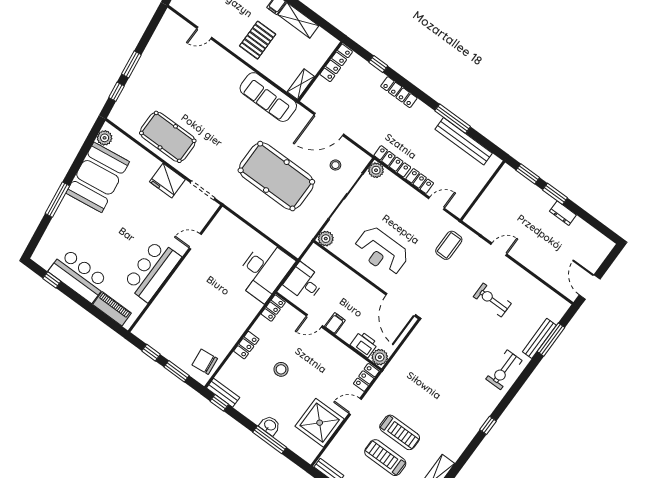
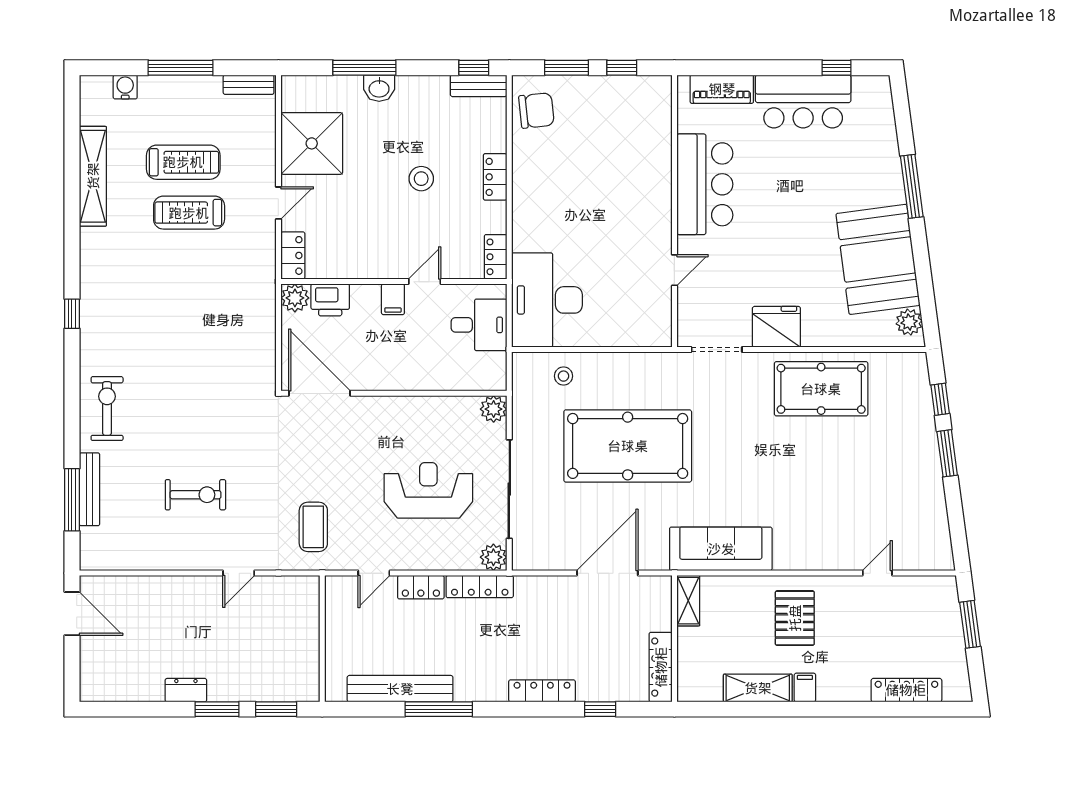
stool: (335, 165) -> (563, 376), moved
reception desk: (381, 251) -> (428, 490), moved

